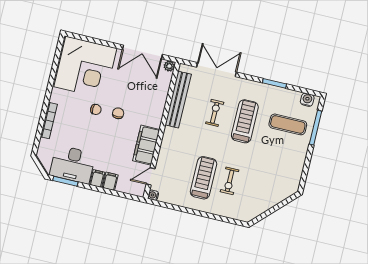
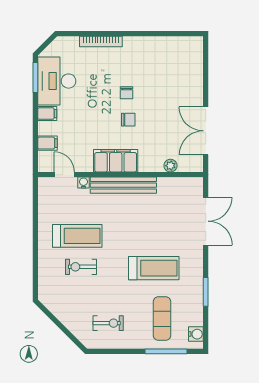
plant: (169, 66) -> (170, 166), moved
corner desk: (85, 67) -> (172, 69), removed
bench: (178, 100) -> (123, 185), moved
exercise bike: (215, 113) -> (108, 323), moved
filing cabinet: (146, 145) -> (116, 161), moved
filing cabinet: (110, 181) -> (48, 143), moved
water cooler: (153, 195) -> (83, 183), moved

